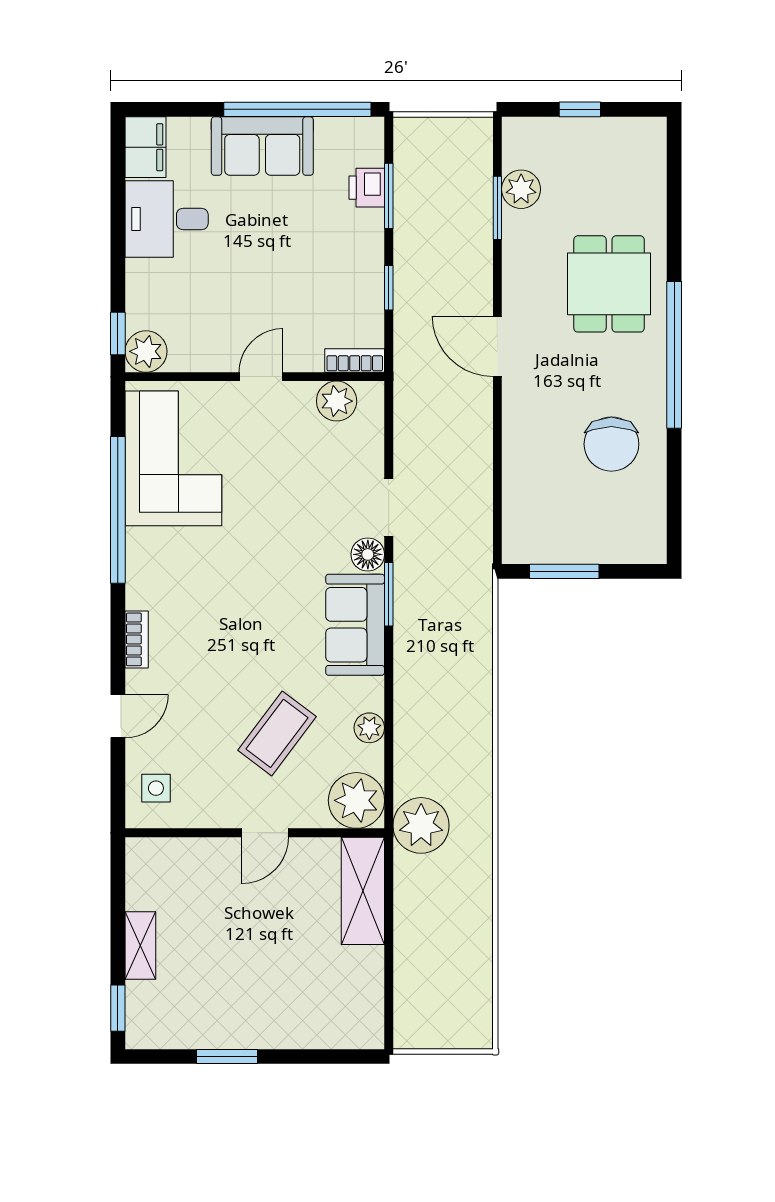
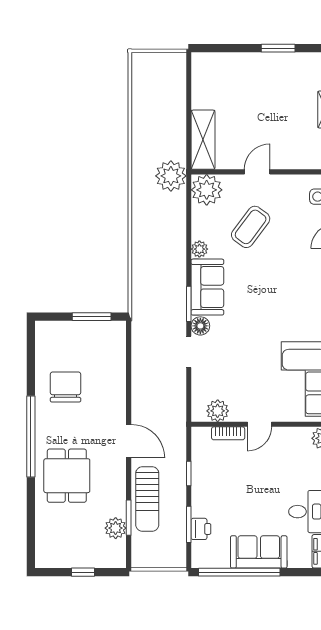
sun lounger: (464, 242) -> (147, 499), added
bookcase: (355, 360) -> (228, 433), moved
plant: (369, 728) -> (199, 249), moved

